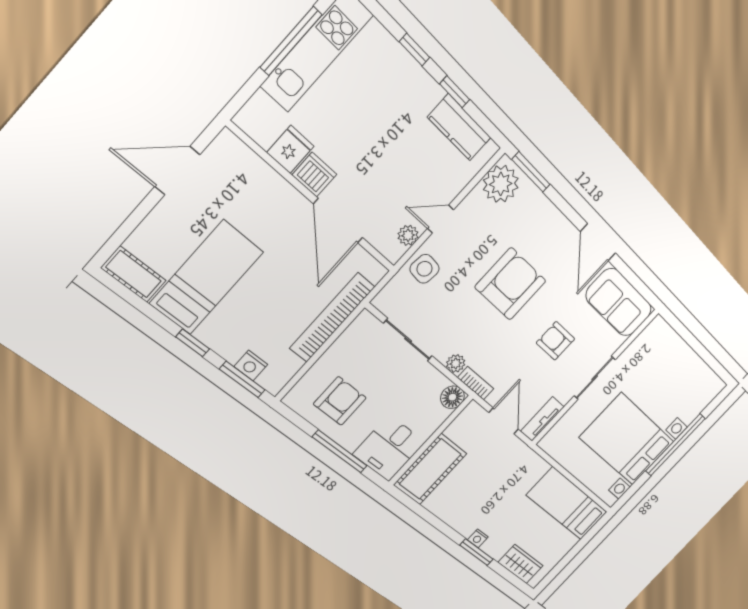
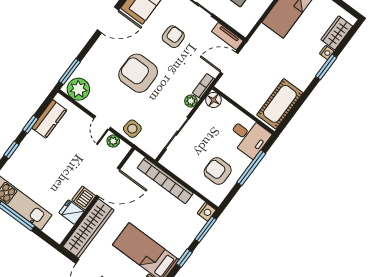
wardrobe: (258, 178) -> (88, 228), added
armchair: (555, 341) -> (173, 37), turned 180
nightstand: (251, 366) -> (207, 212), moved
cot: (430, 469) -> (280, 104), moved, turned 90
nightstand: (478, 538) -> (327, 52), moved

